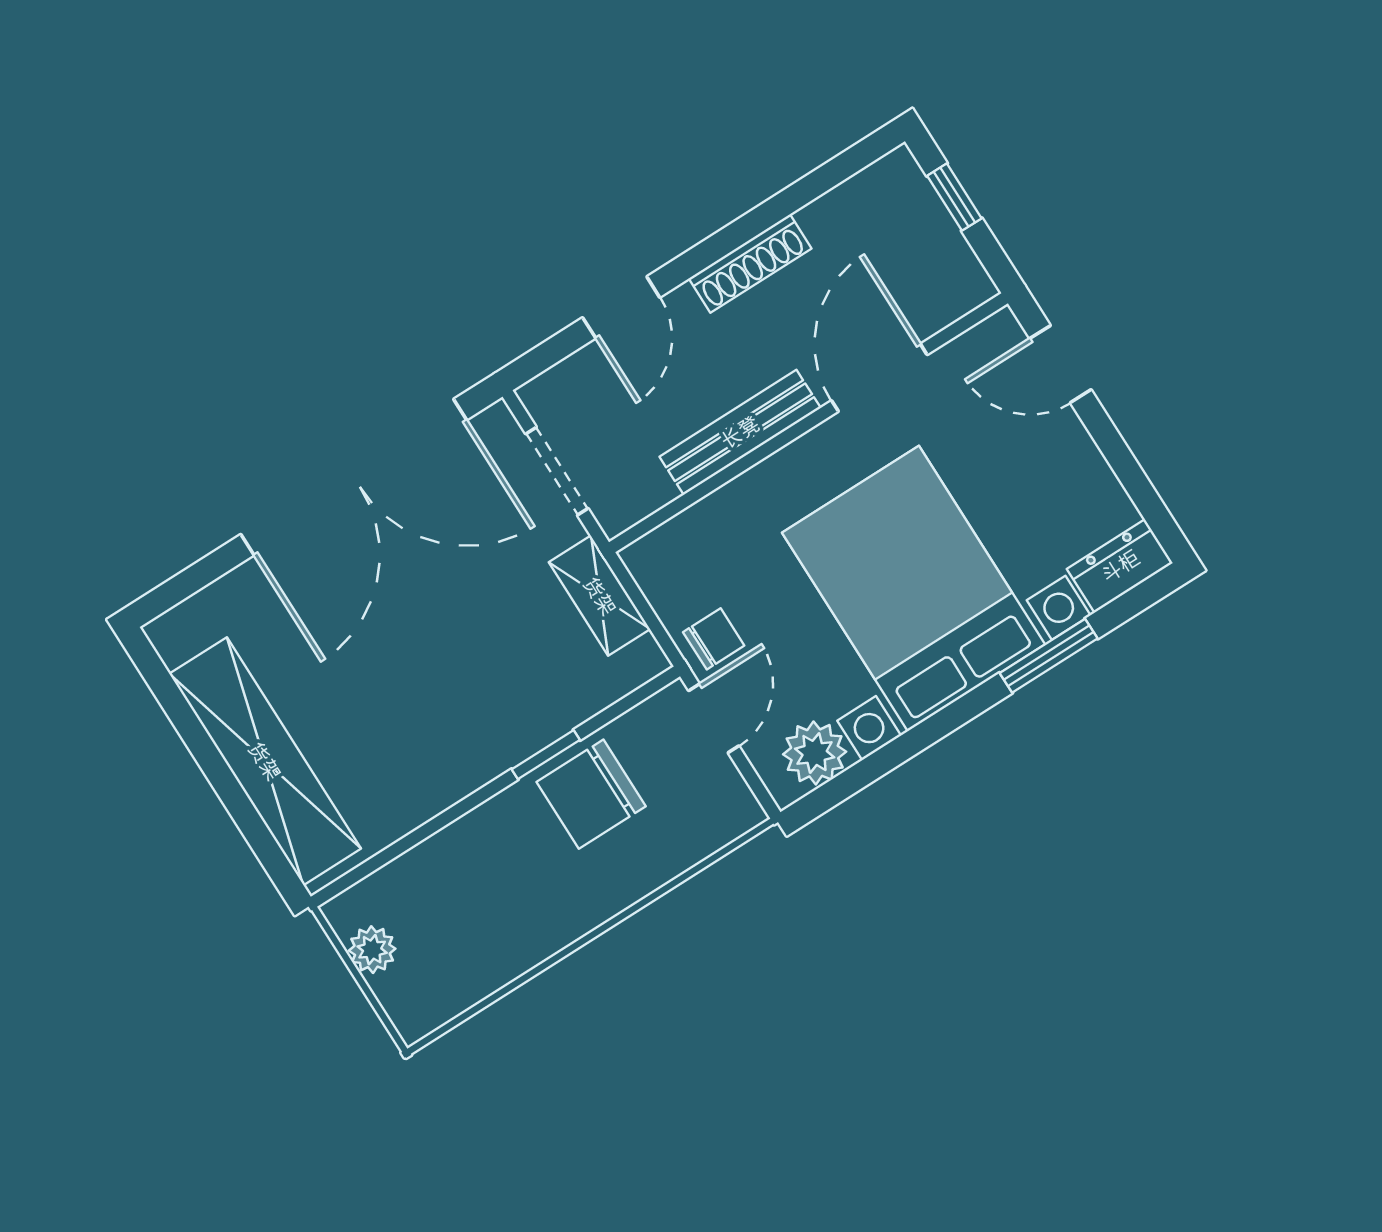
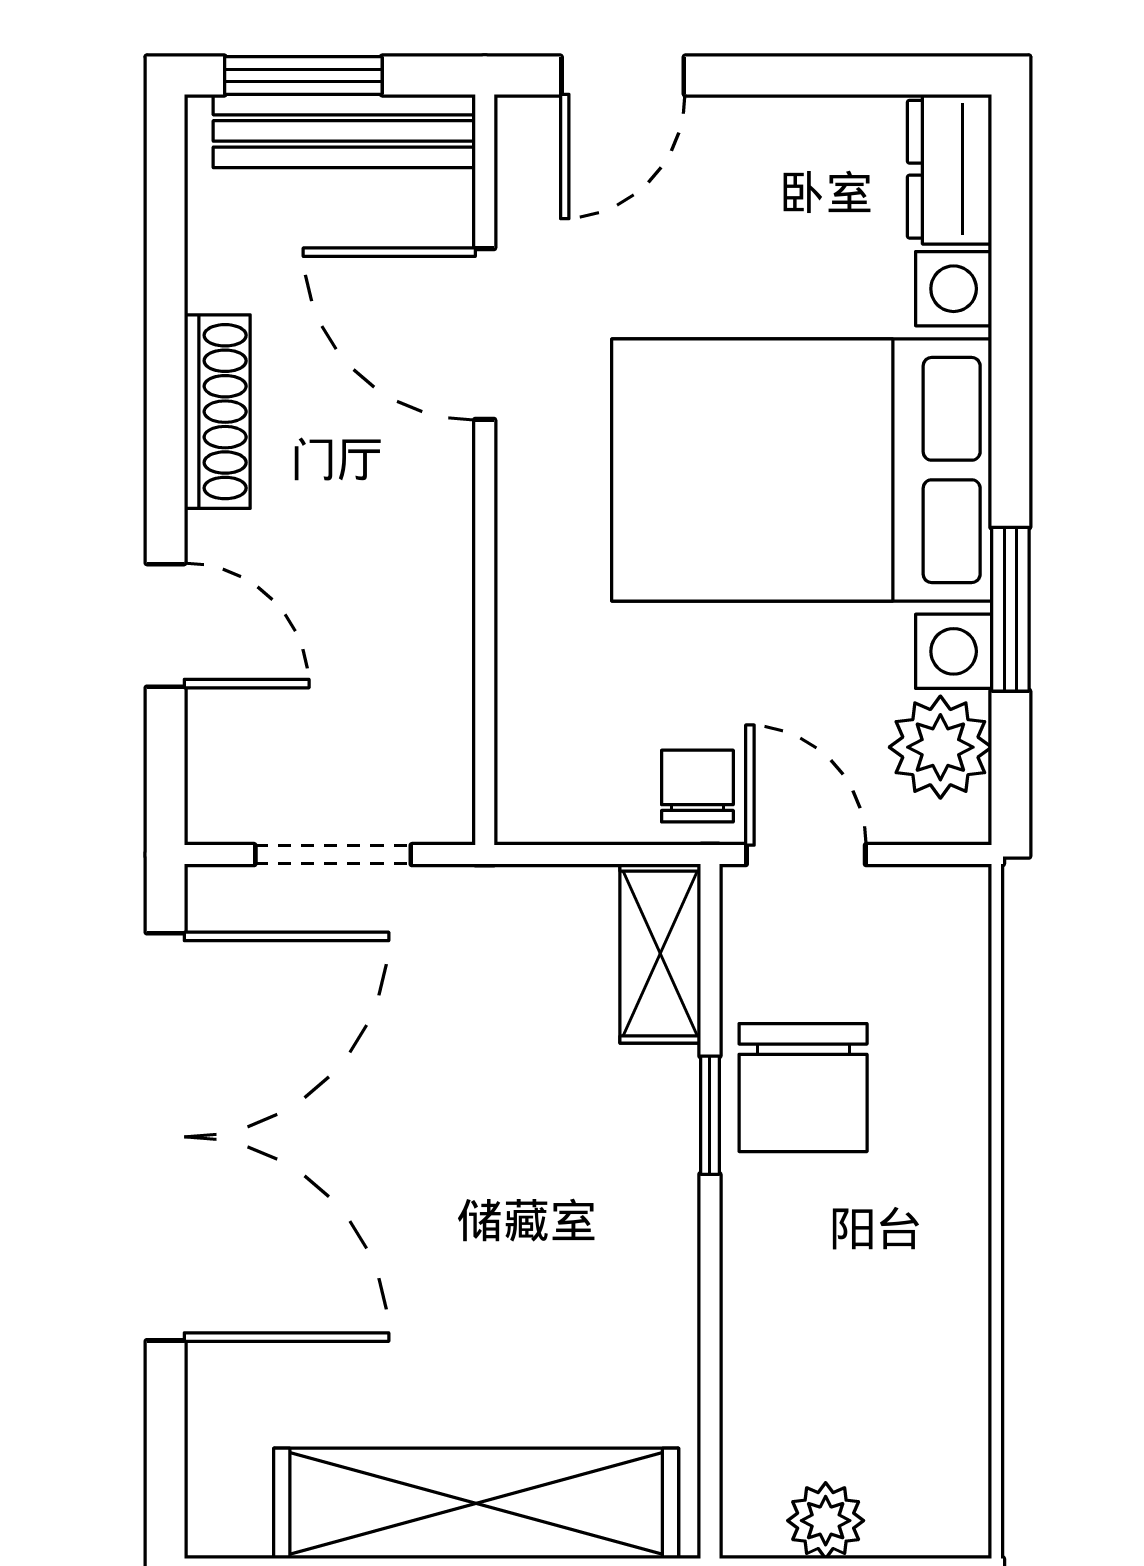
window: (954, 197) -> (303, 76), width x1.50
bench: (740, 432) -> (344, 131), moved, turned 90
shelving: (600, 596) -> (660, 954), moved, turned 90
window: (1049, 656) -> (1010, 609), moved

